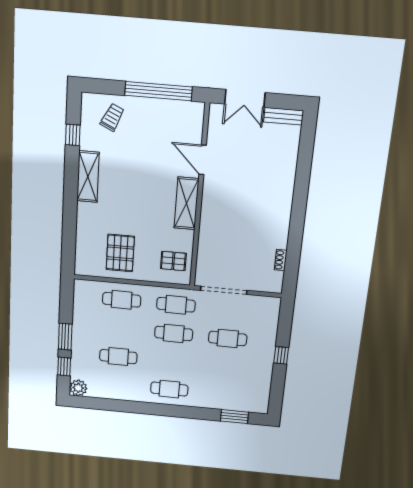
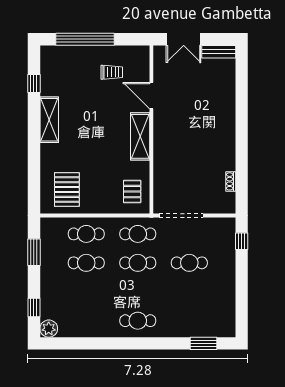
window: (158, 91) -> (85, 39), moved
trolley: (112, 117) -> (112, 72), moved, turned 65
pallet: (120, 253) -> (67, 190), moved
pallet: (173, 261) -> (132, 192), turned 90
window: (65, 337) -> (34, 252), moved
window: (281, 355) -> (242, 241), moved
cafe table: (118, 357) -> (86, 263), moved

